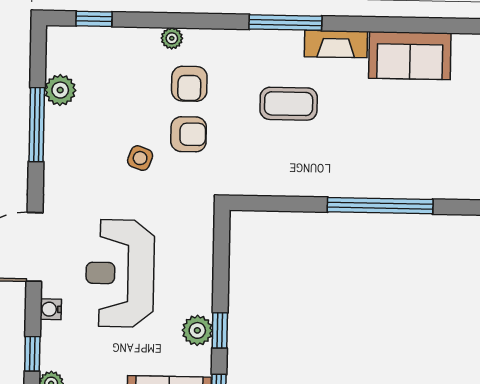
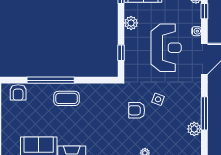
armchair: (189, 84) -> (18, 92), moved, turned 180
coffee table: (289, 104) -> (67, 98), moved
window: (220, 330) -> (121, 53), moved

